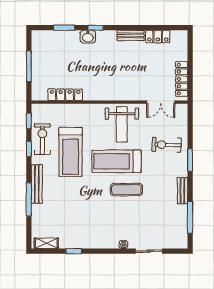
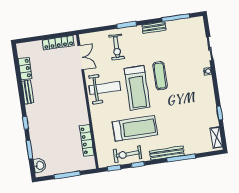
washbasin: (88, 37) -> (40, 165), moved

